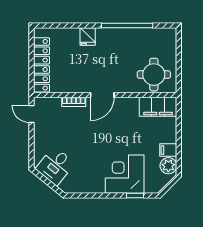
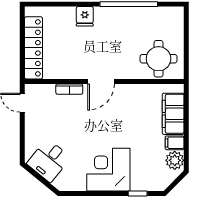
filing cabinet: (158, 107) -> (173, 114), moved, turned 90
corner desk: (125, 174) -> (108, 170), moved

